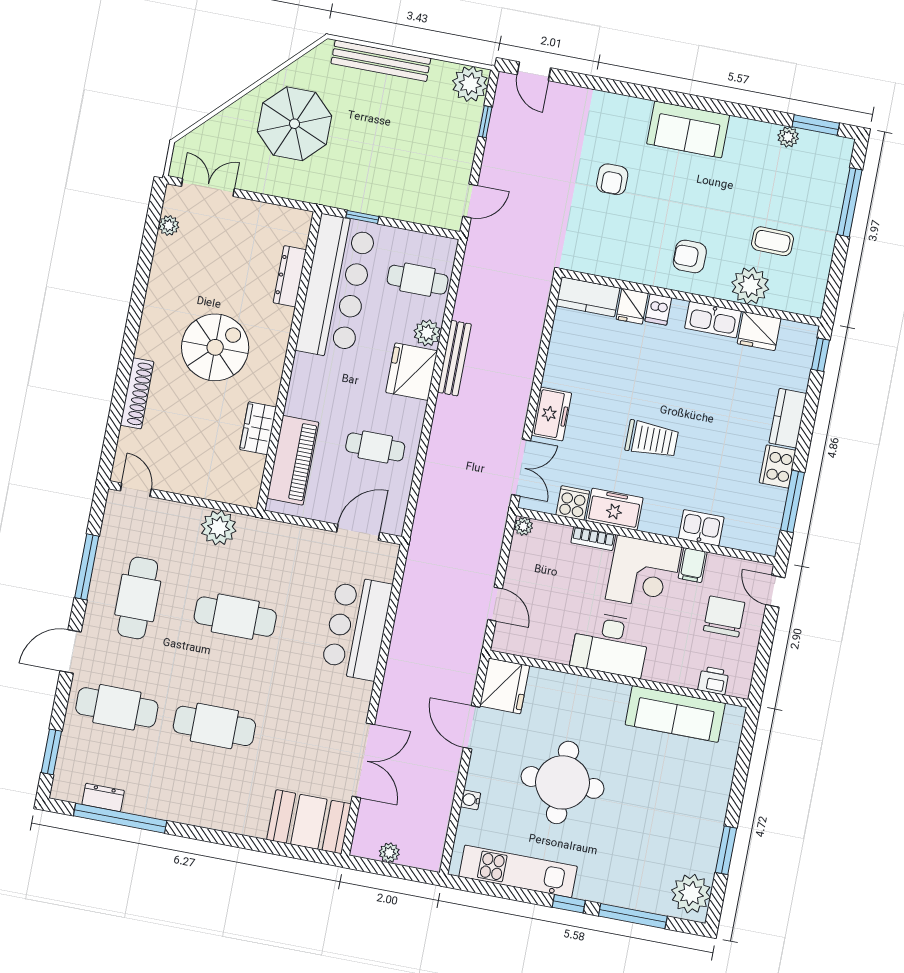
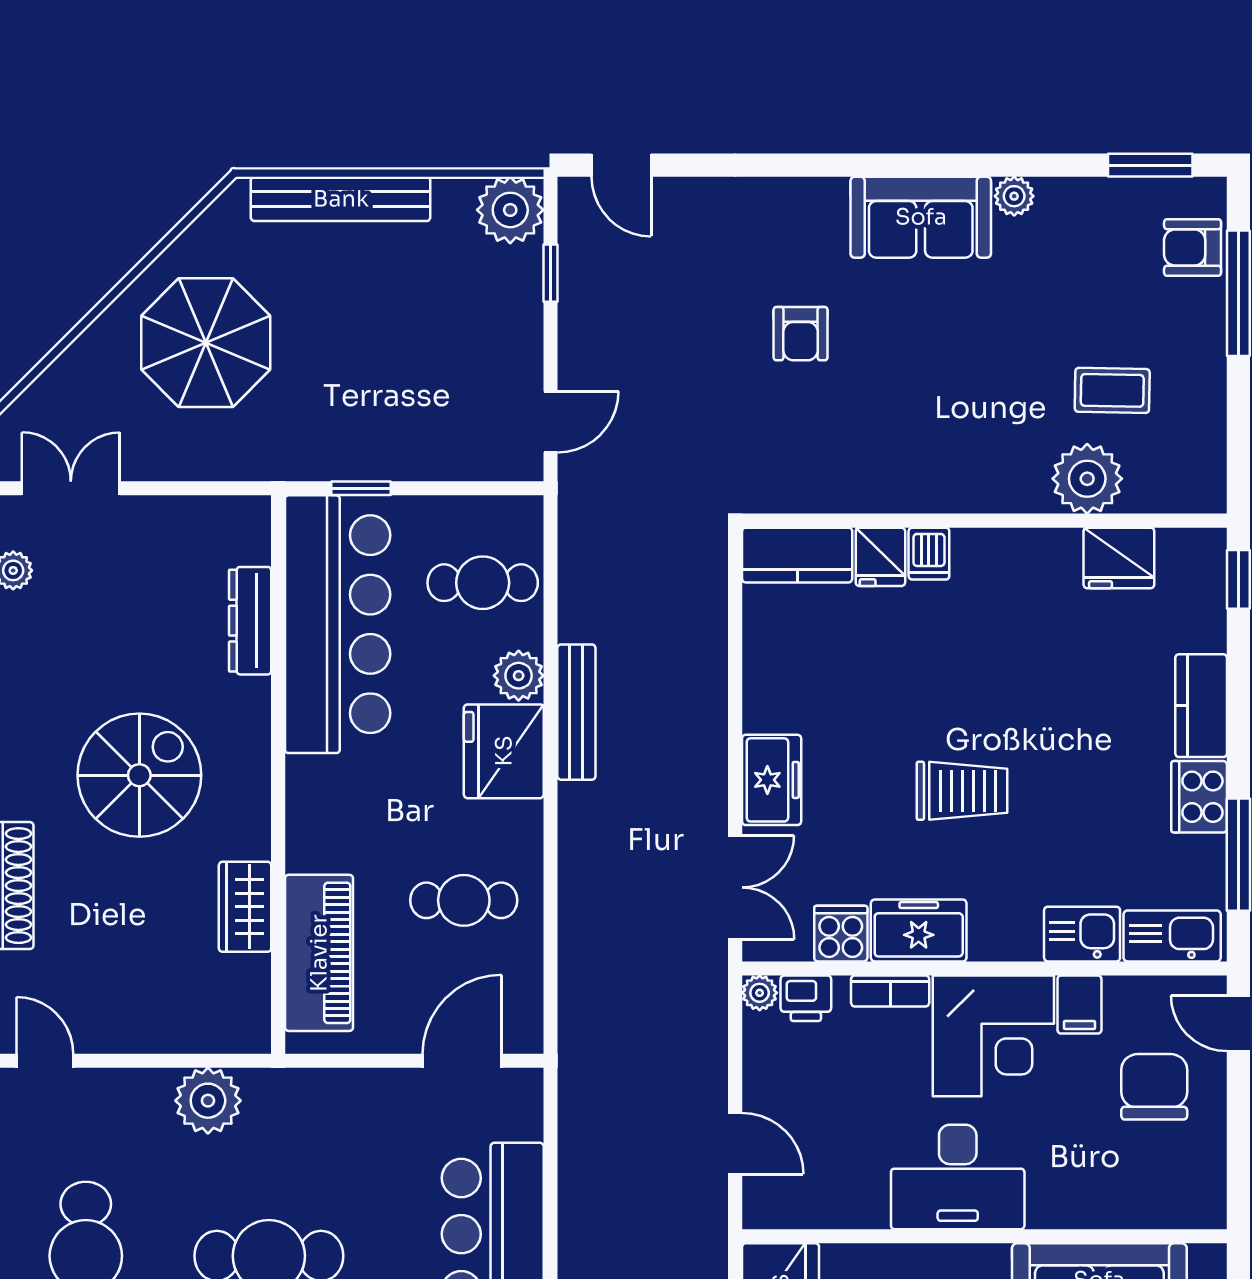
plant: (788, 137) -> (1014, 196), moved
armchair: (690, 256) -> (1193, 247), moved
kitchen sink: (713, 320) -> (1172, 936), moved, turned 180
printer: (713, 680) -> (806, 998), moved, turned 180

